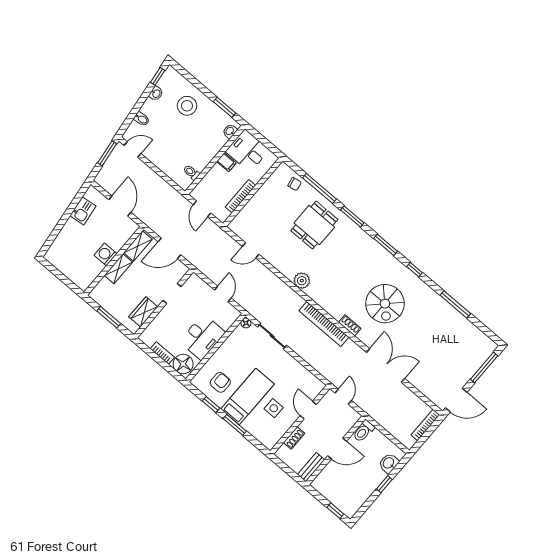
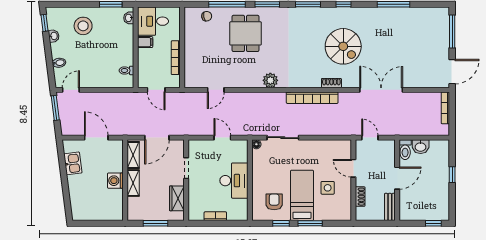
floor lamp: (183, 364) -> (237, 211), removed
washbasin: (389, 463) -> (421, 147), moved, turned -90

